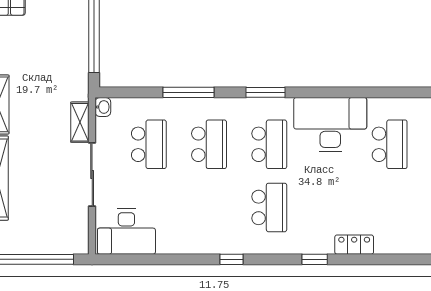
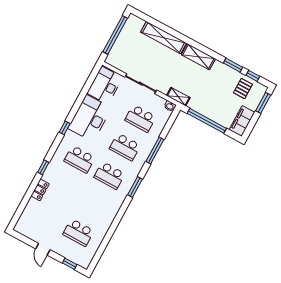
shelving: (80, 122) -> (178, 97), moved
desk: (330, 125) -> (90, 118), moved, turned 180

